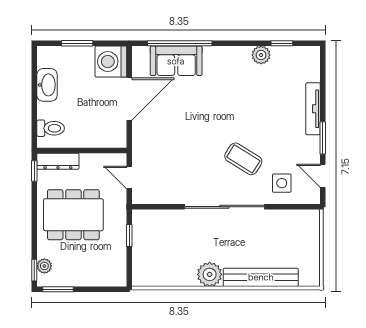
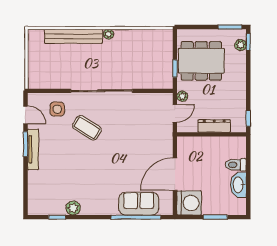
tv unit: (313, 109) -> (33, 149), moved
toilet: (51, 128) -> (236, 165), moved
dresser: (58, 161) -> (214, 126), moved
door: (129, 177) -> (175, 113), hinge flipped
plant: (120, 200) -> (182, 96), added
dining table: (73, 215) -> (201, 61), moved
plant: (210, 274) -> (108, 34), width x0.53, depth x0.53

